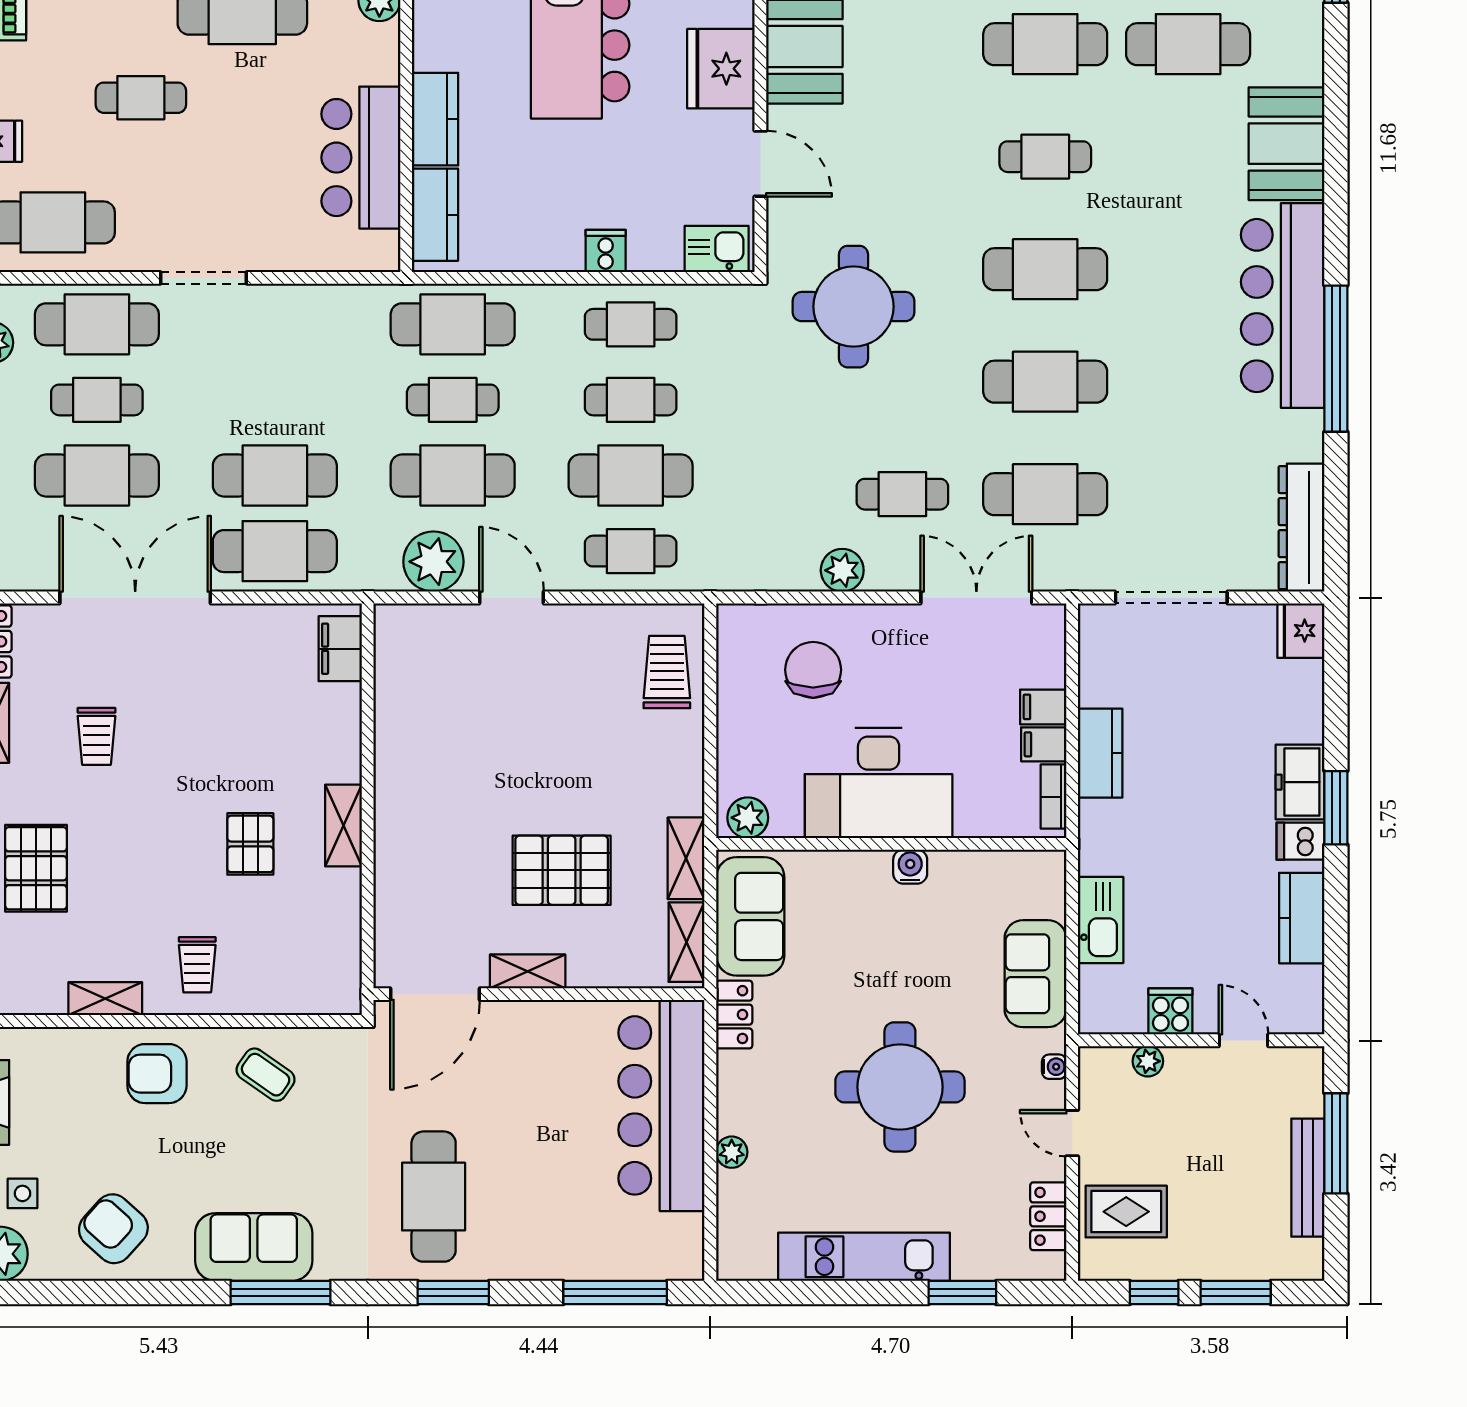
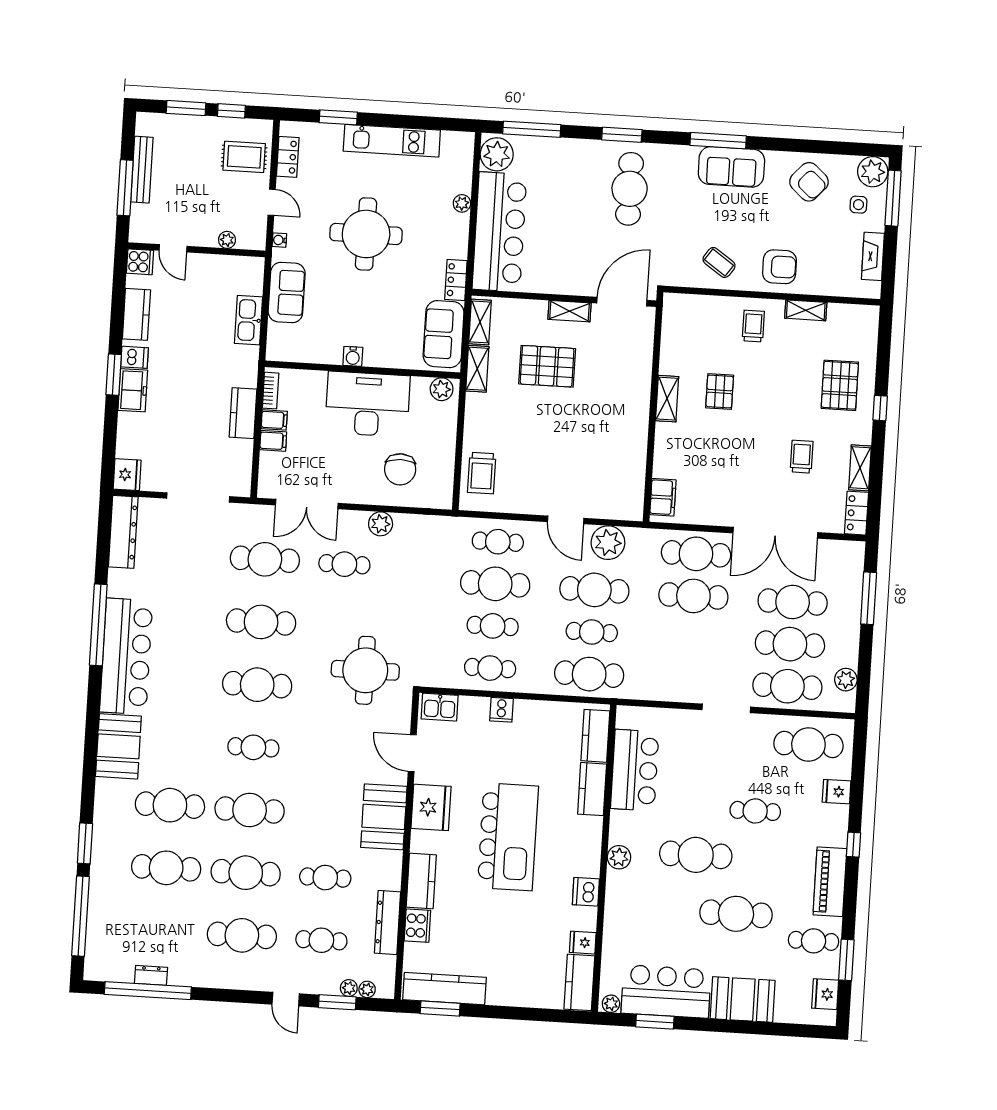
cafe table: (97, 400) -> (790, 644), width x1.37, depth x1.35
cooker: (1170, 1011) -> (140, 262), moved, turned -90
plant: (675, 1244) -> (497, 154), added

